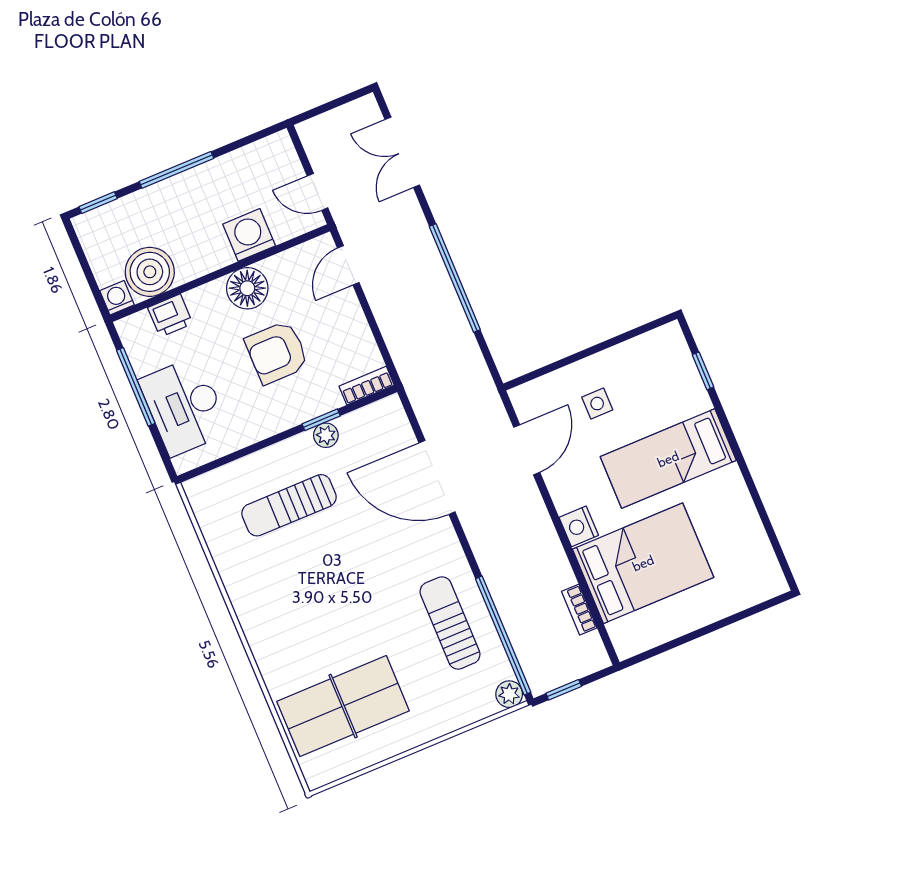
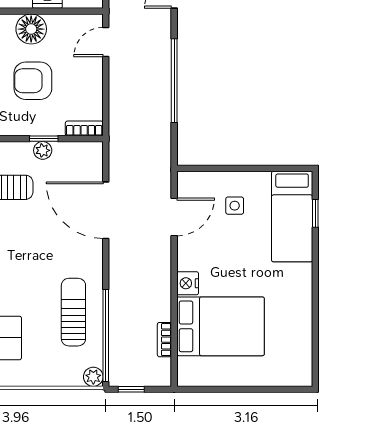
bed: (668, 459) -> (292, 217), moved, turned -90

